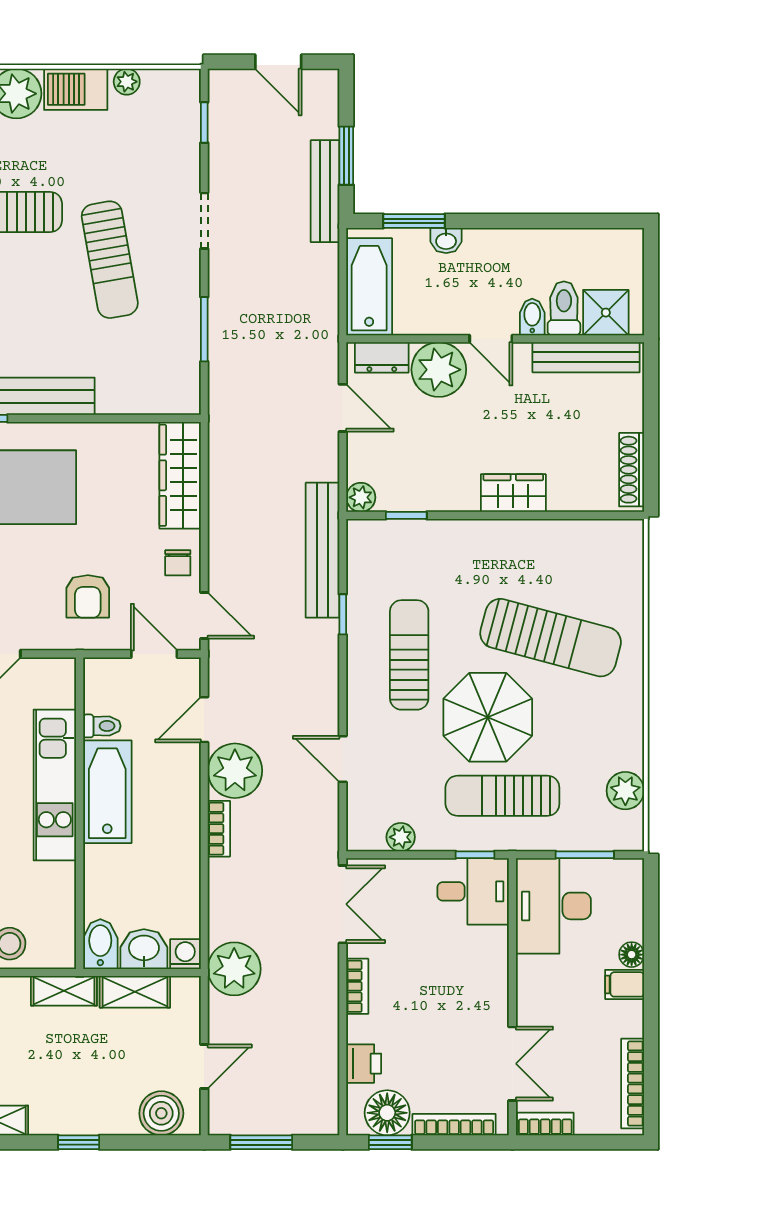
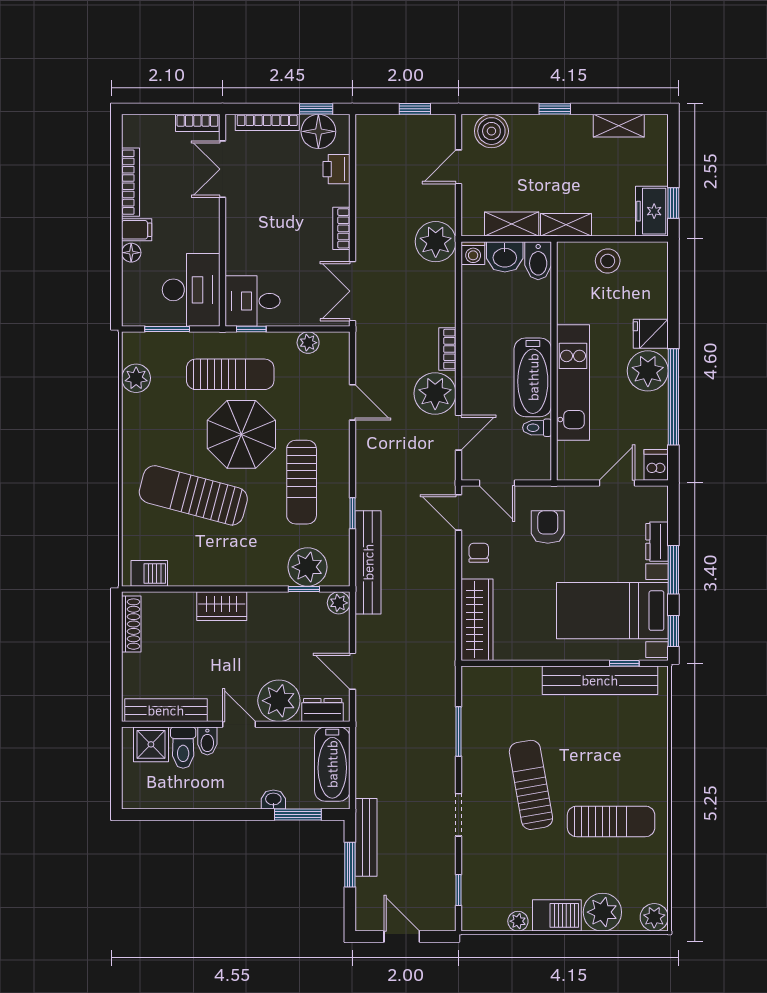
barbecue: (608, 536) -> (149, 573), added
plant: (401, 544) -> (307, 567), added
bookcase: (633, 1084) -> (130, 182), moved
window: (261, 1142) -> (415, 109), width x0.67

